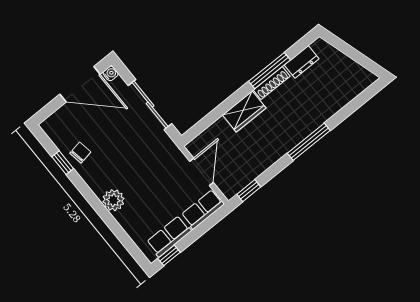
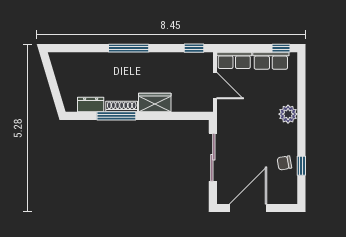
water cooler: (111, 73) -> (222, 199), removed
door: (80, 84) -> (248, 208), hinge flipped
door: (202, 172) -> (215, 86), swing flipped

